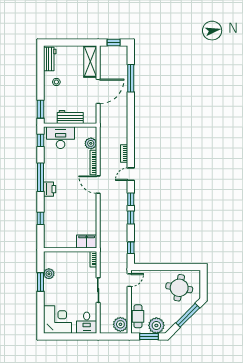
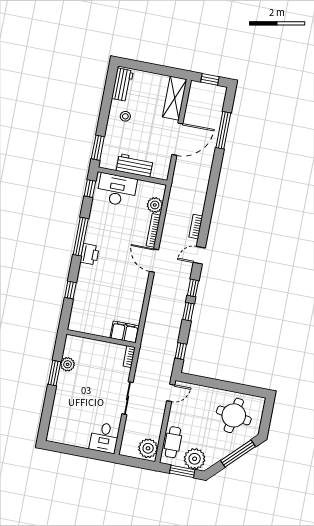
corner desk: (58, 319) -> (67, 426), removed

